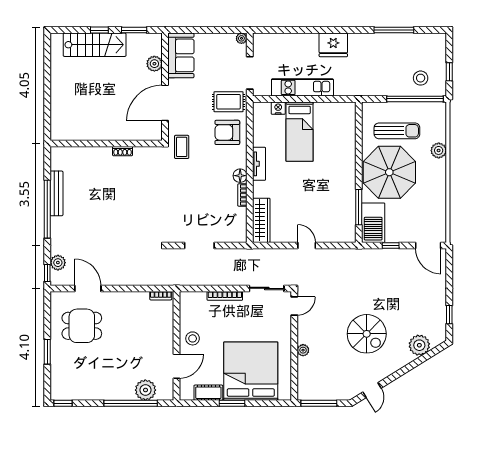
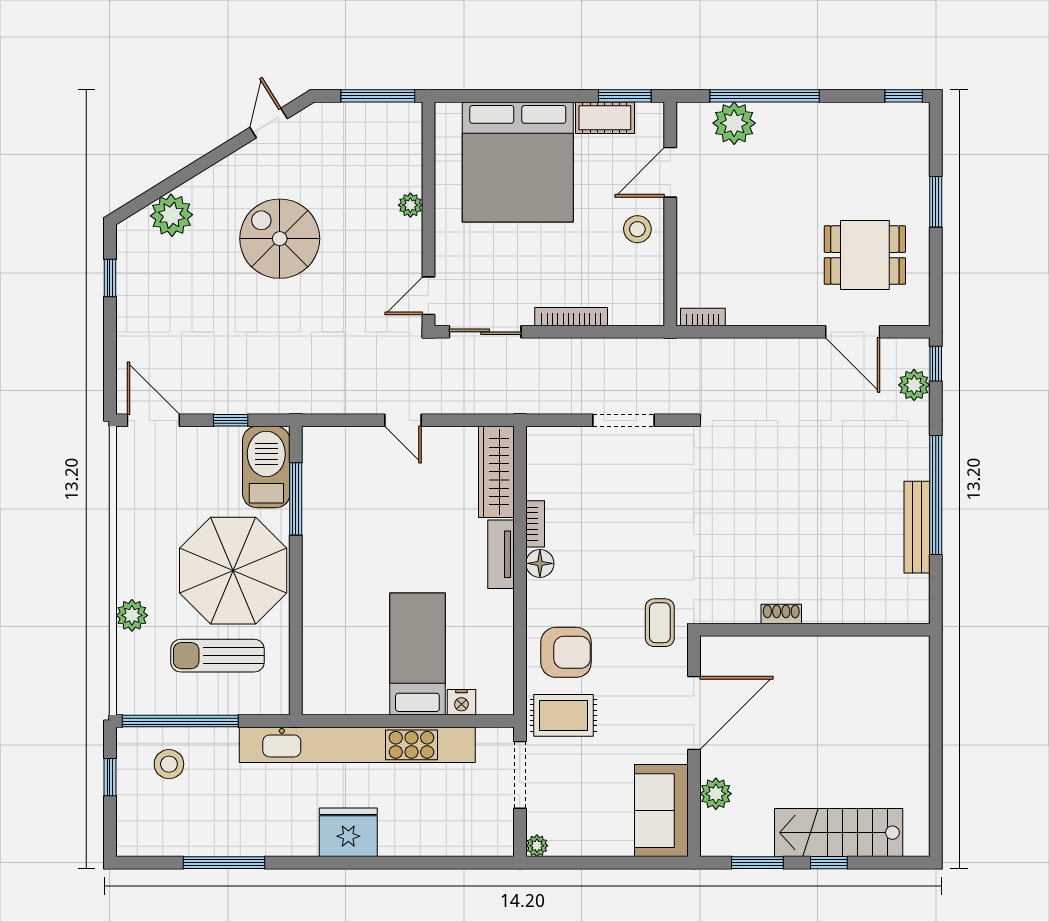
kitchen unit: (302, 87) -> (357, 745), width x1.86
tv unit: (259, 164) -> (501, 554), moved
window: (232, 403) -> (625, 96), moved

